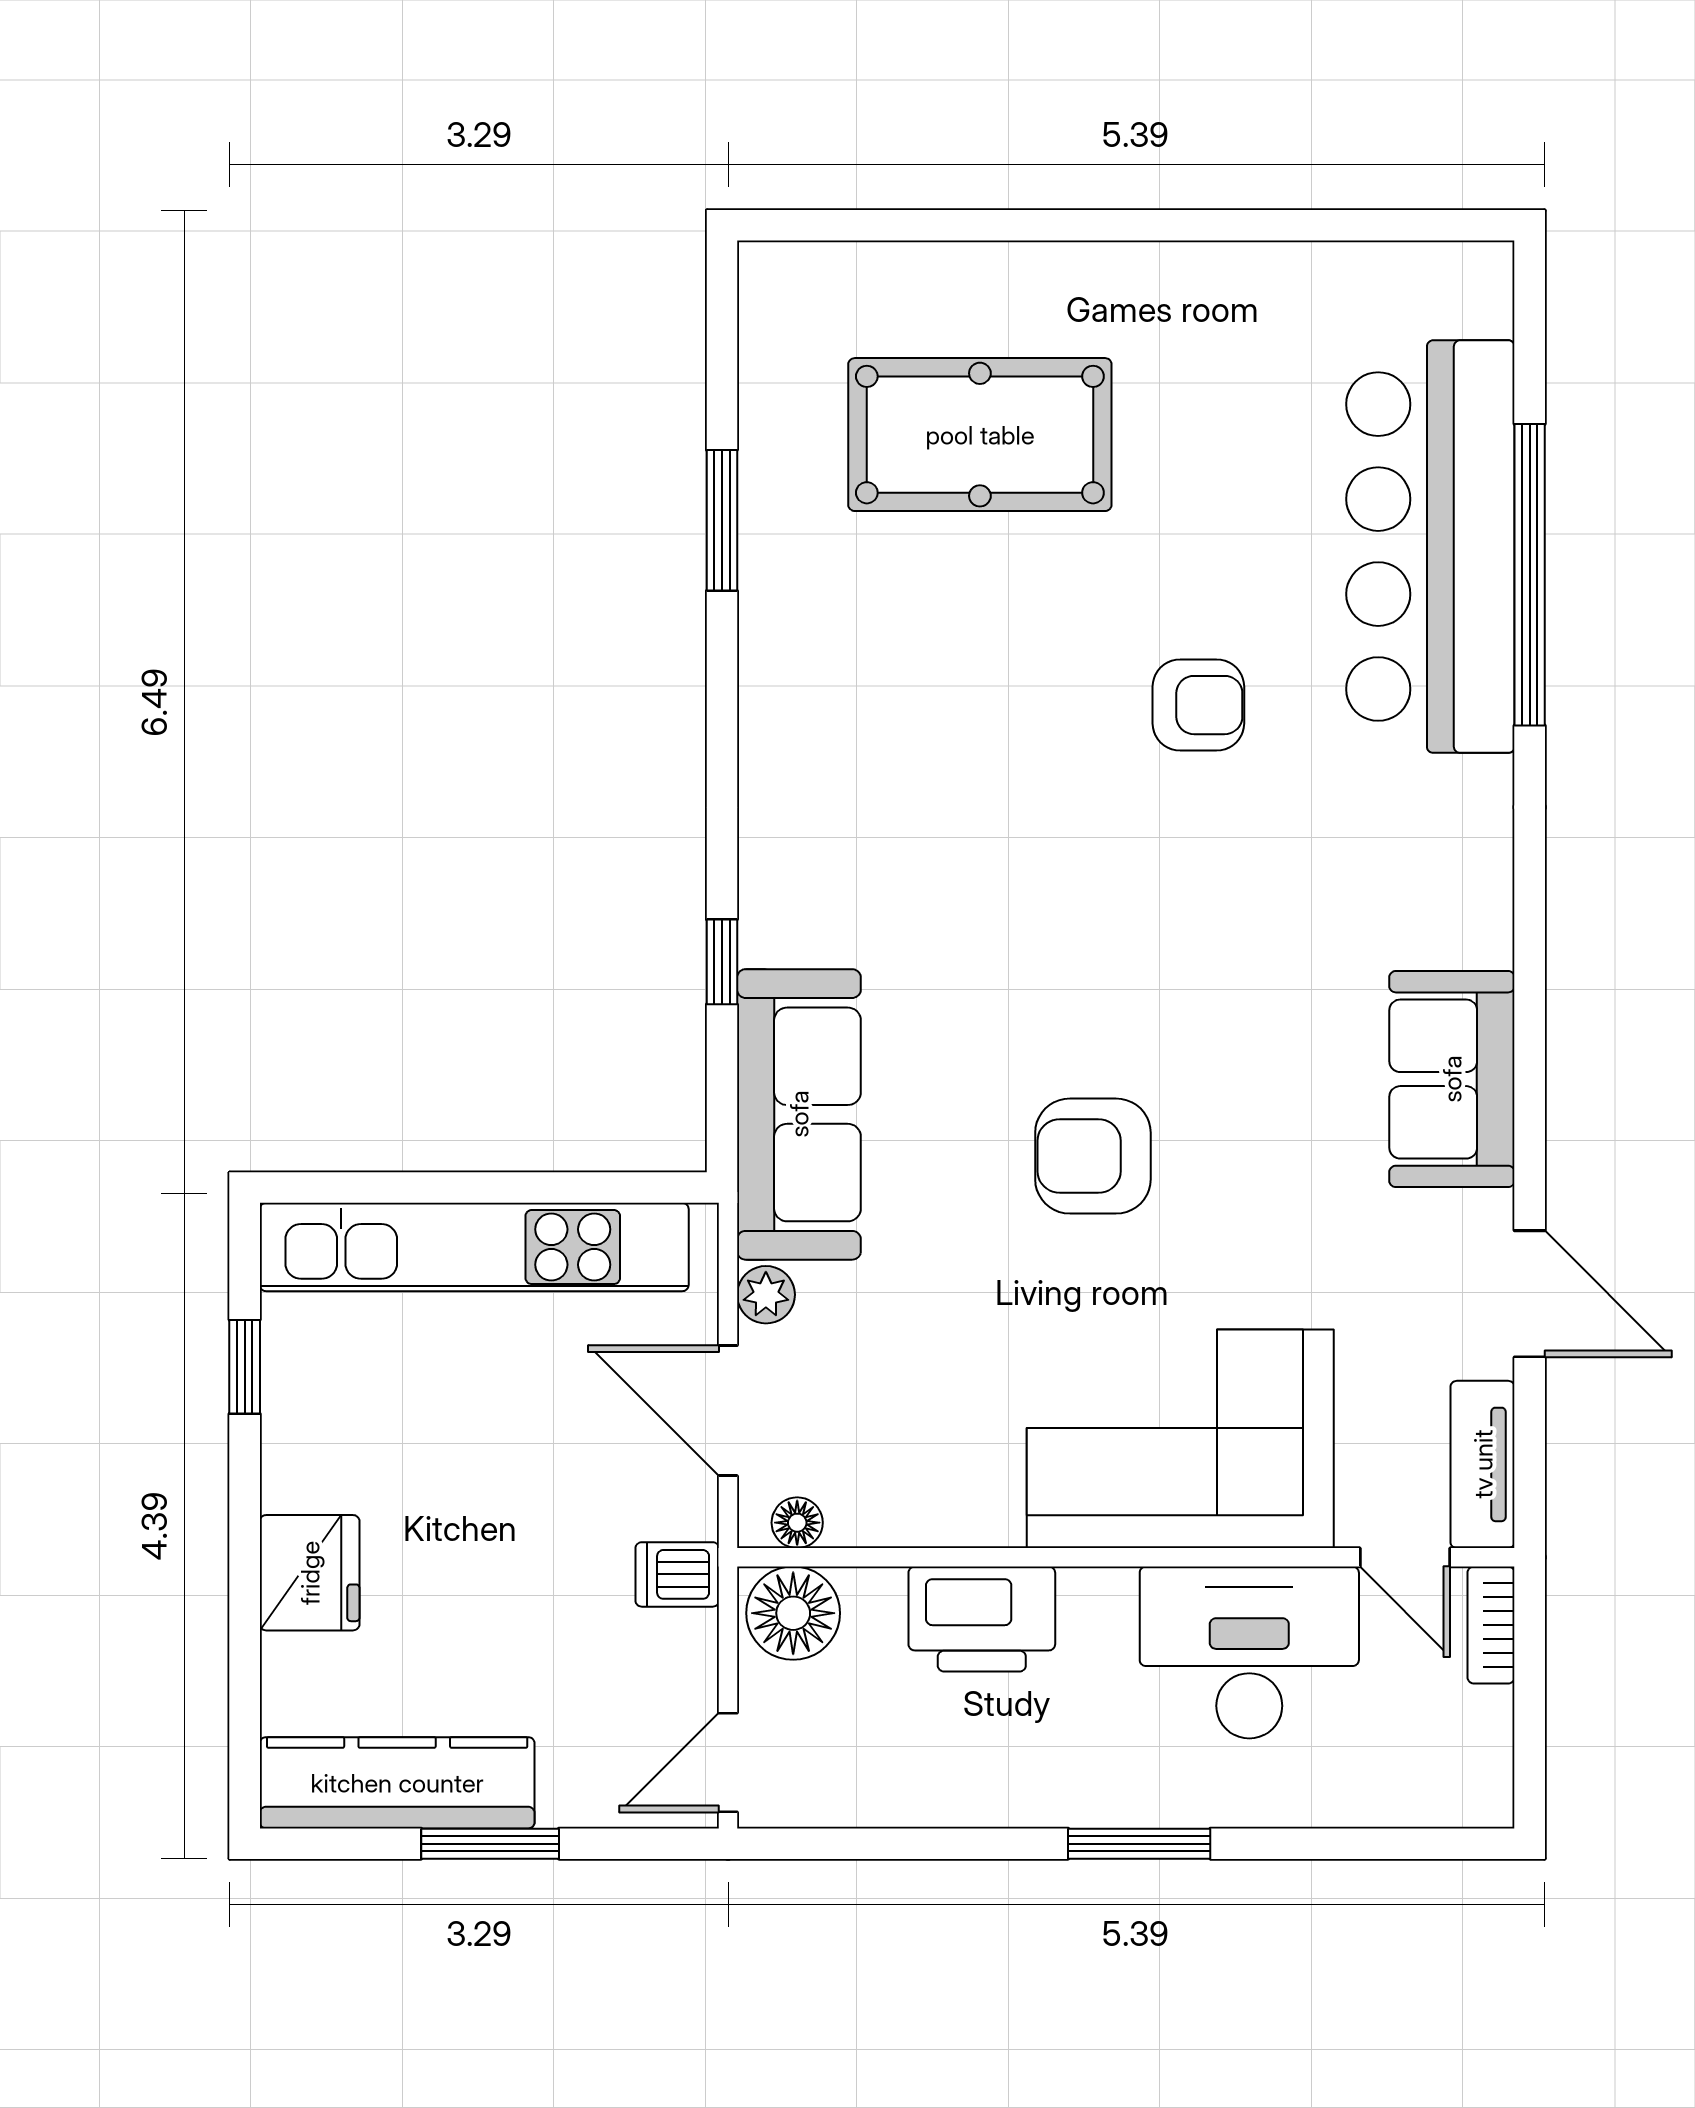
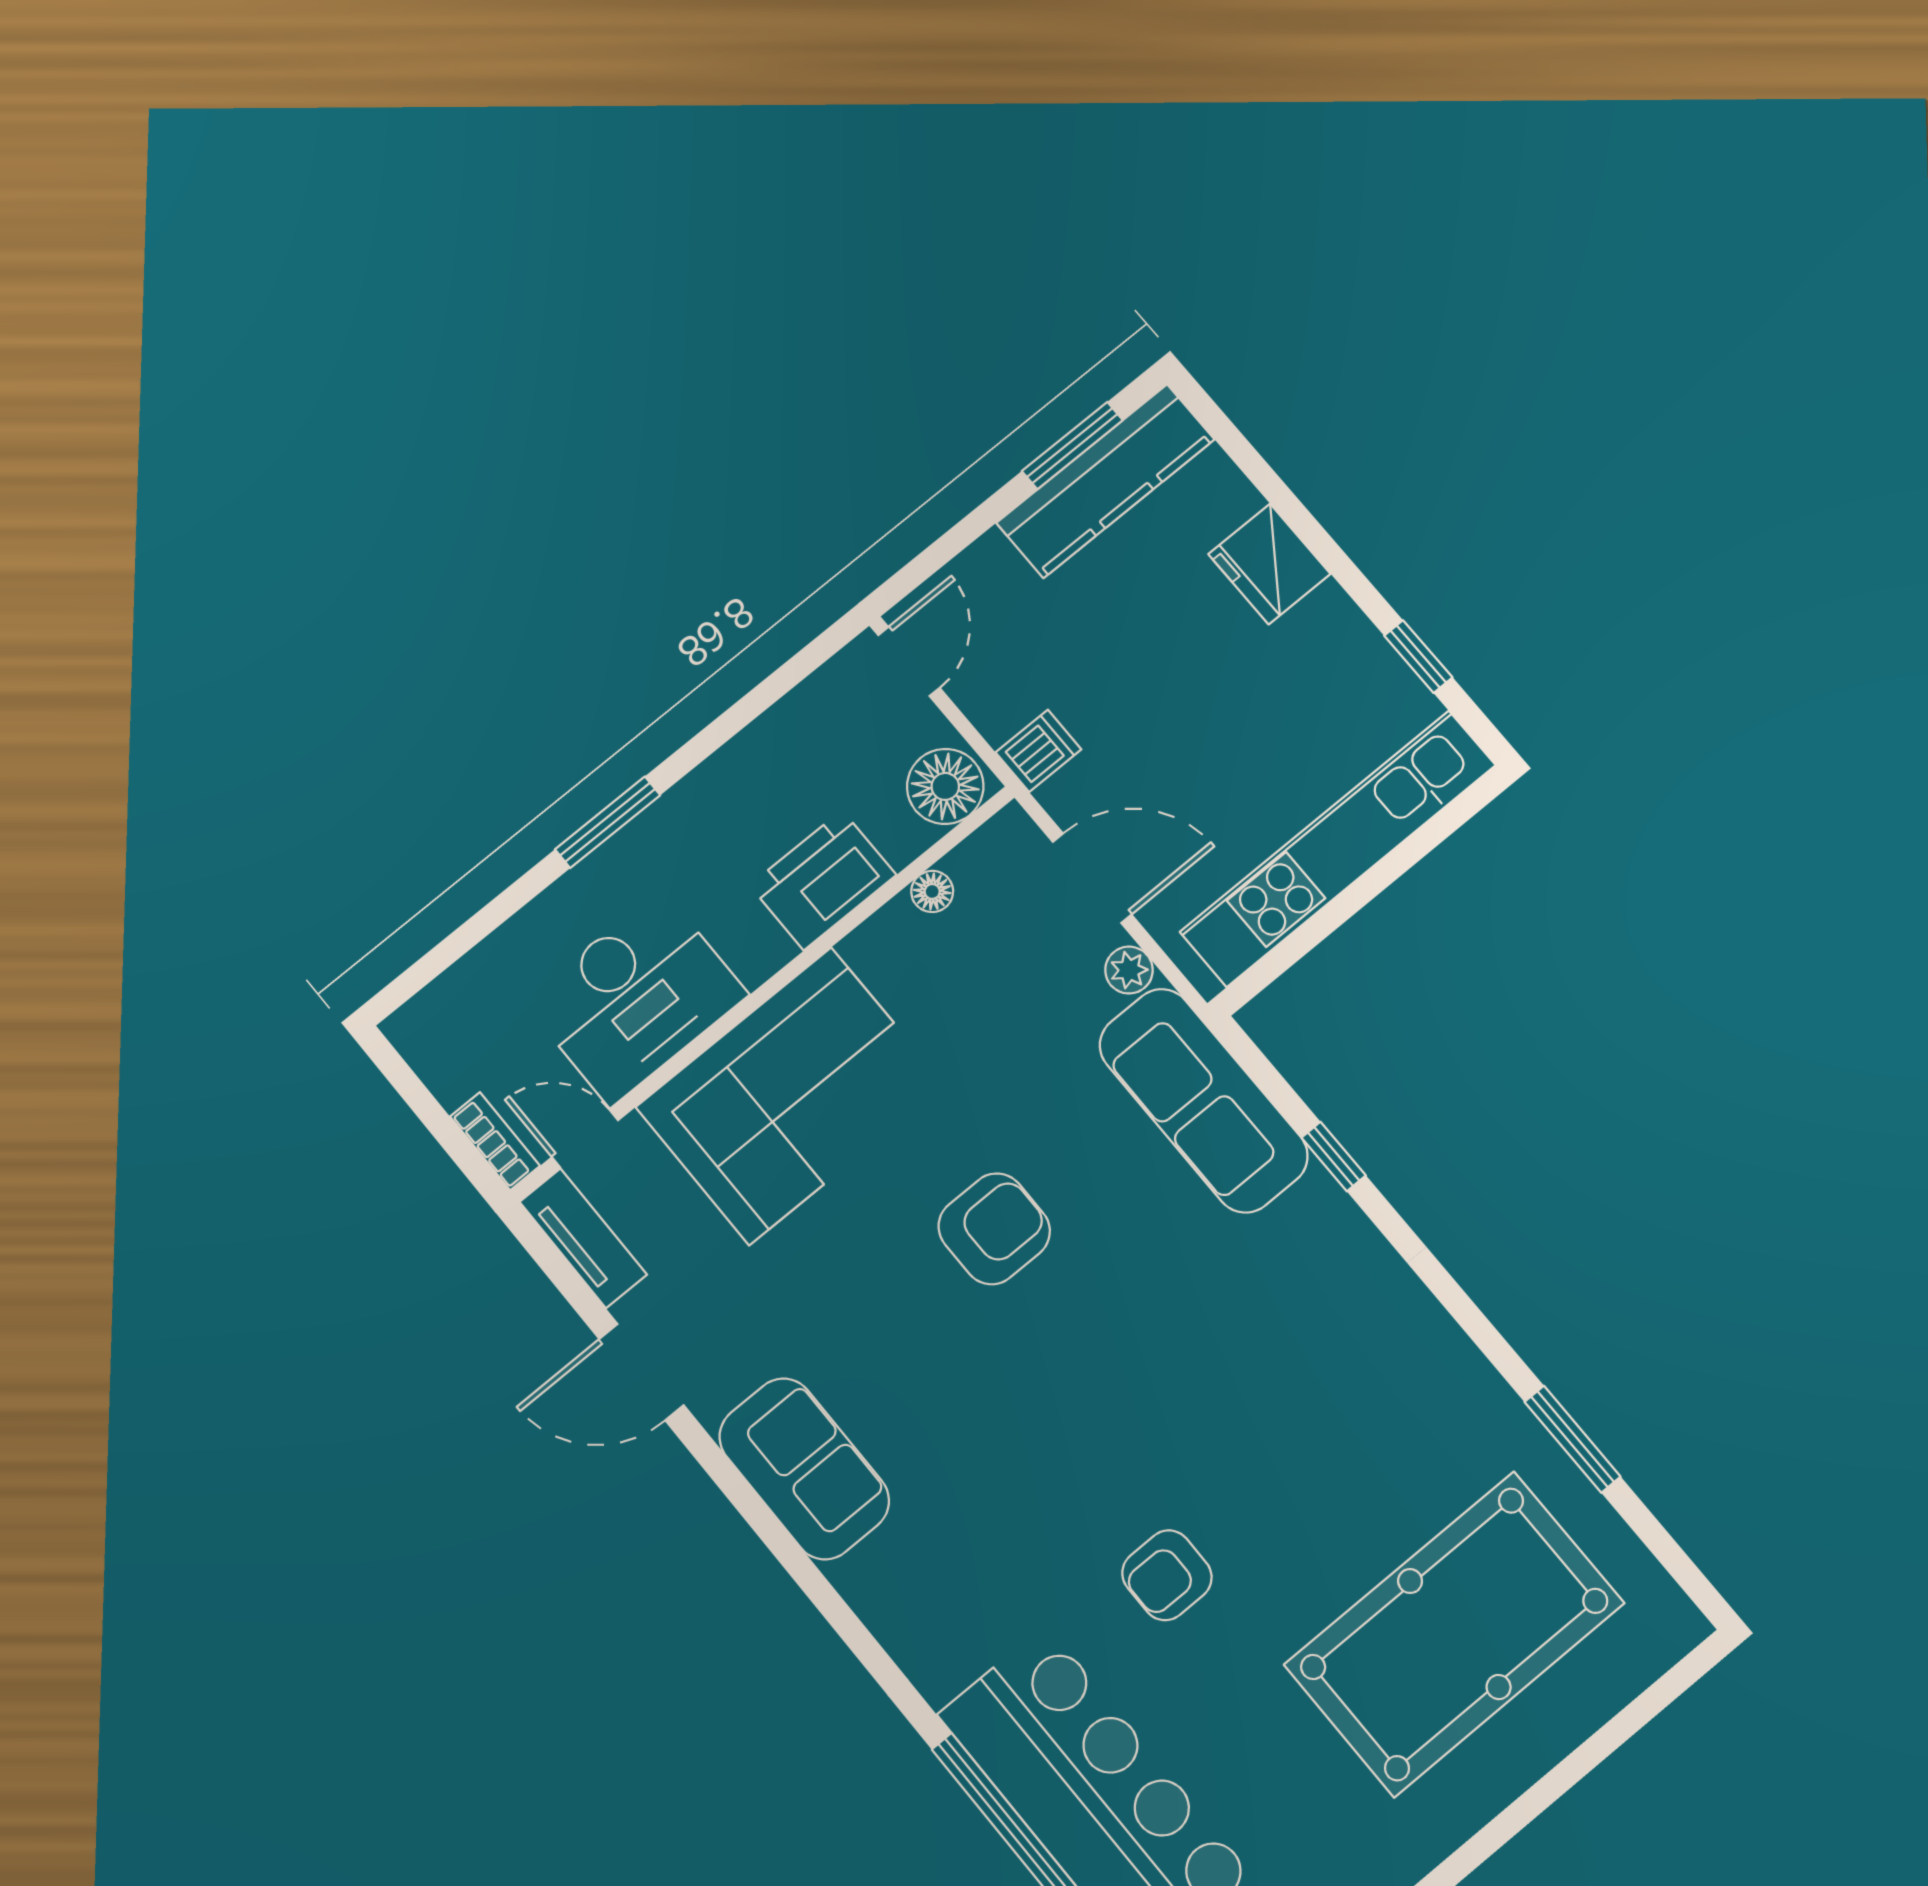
pool table: (980, 435) -> (1454, 1634), width x1.36, depth x1.32
floor lamp: (797, 1523) -> (932, 891), moved
window: (490, 1844) -> (1072, 446), moved

